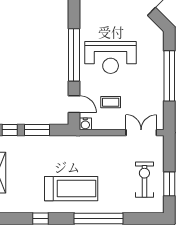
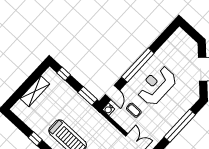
reception desk: (111, 57) -> (157, 85), turned 90
window: (37, 130) -> (88, 96), moved

